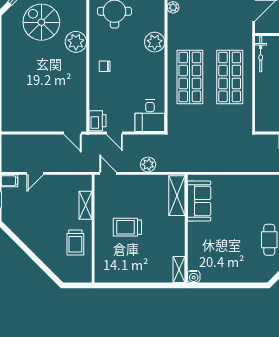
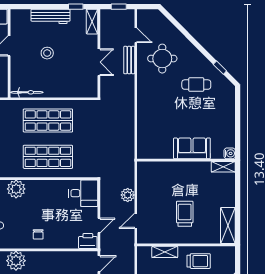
door: (108, 173) -> (136, 221), moved
shelving: (177, 196) -> (228, 226), moved, turned 90
sofa: (199, 201) -> (192, 148), moved
trolley: (127, 227) -> (185, 214), turned 180

